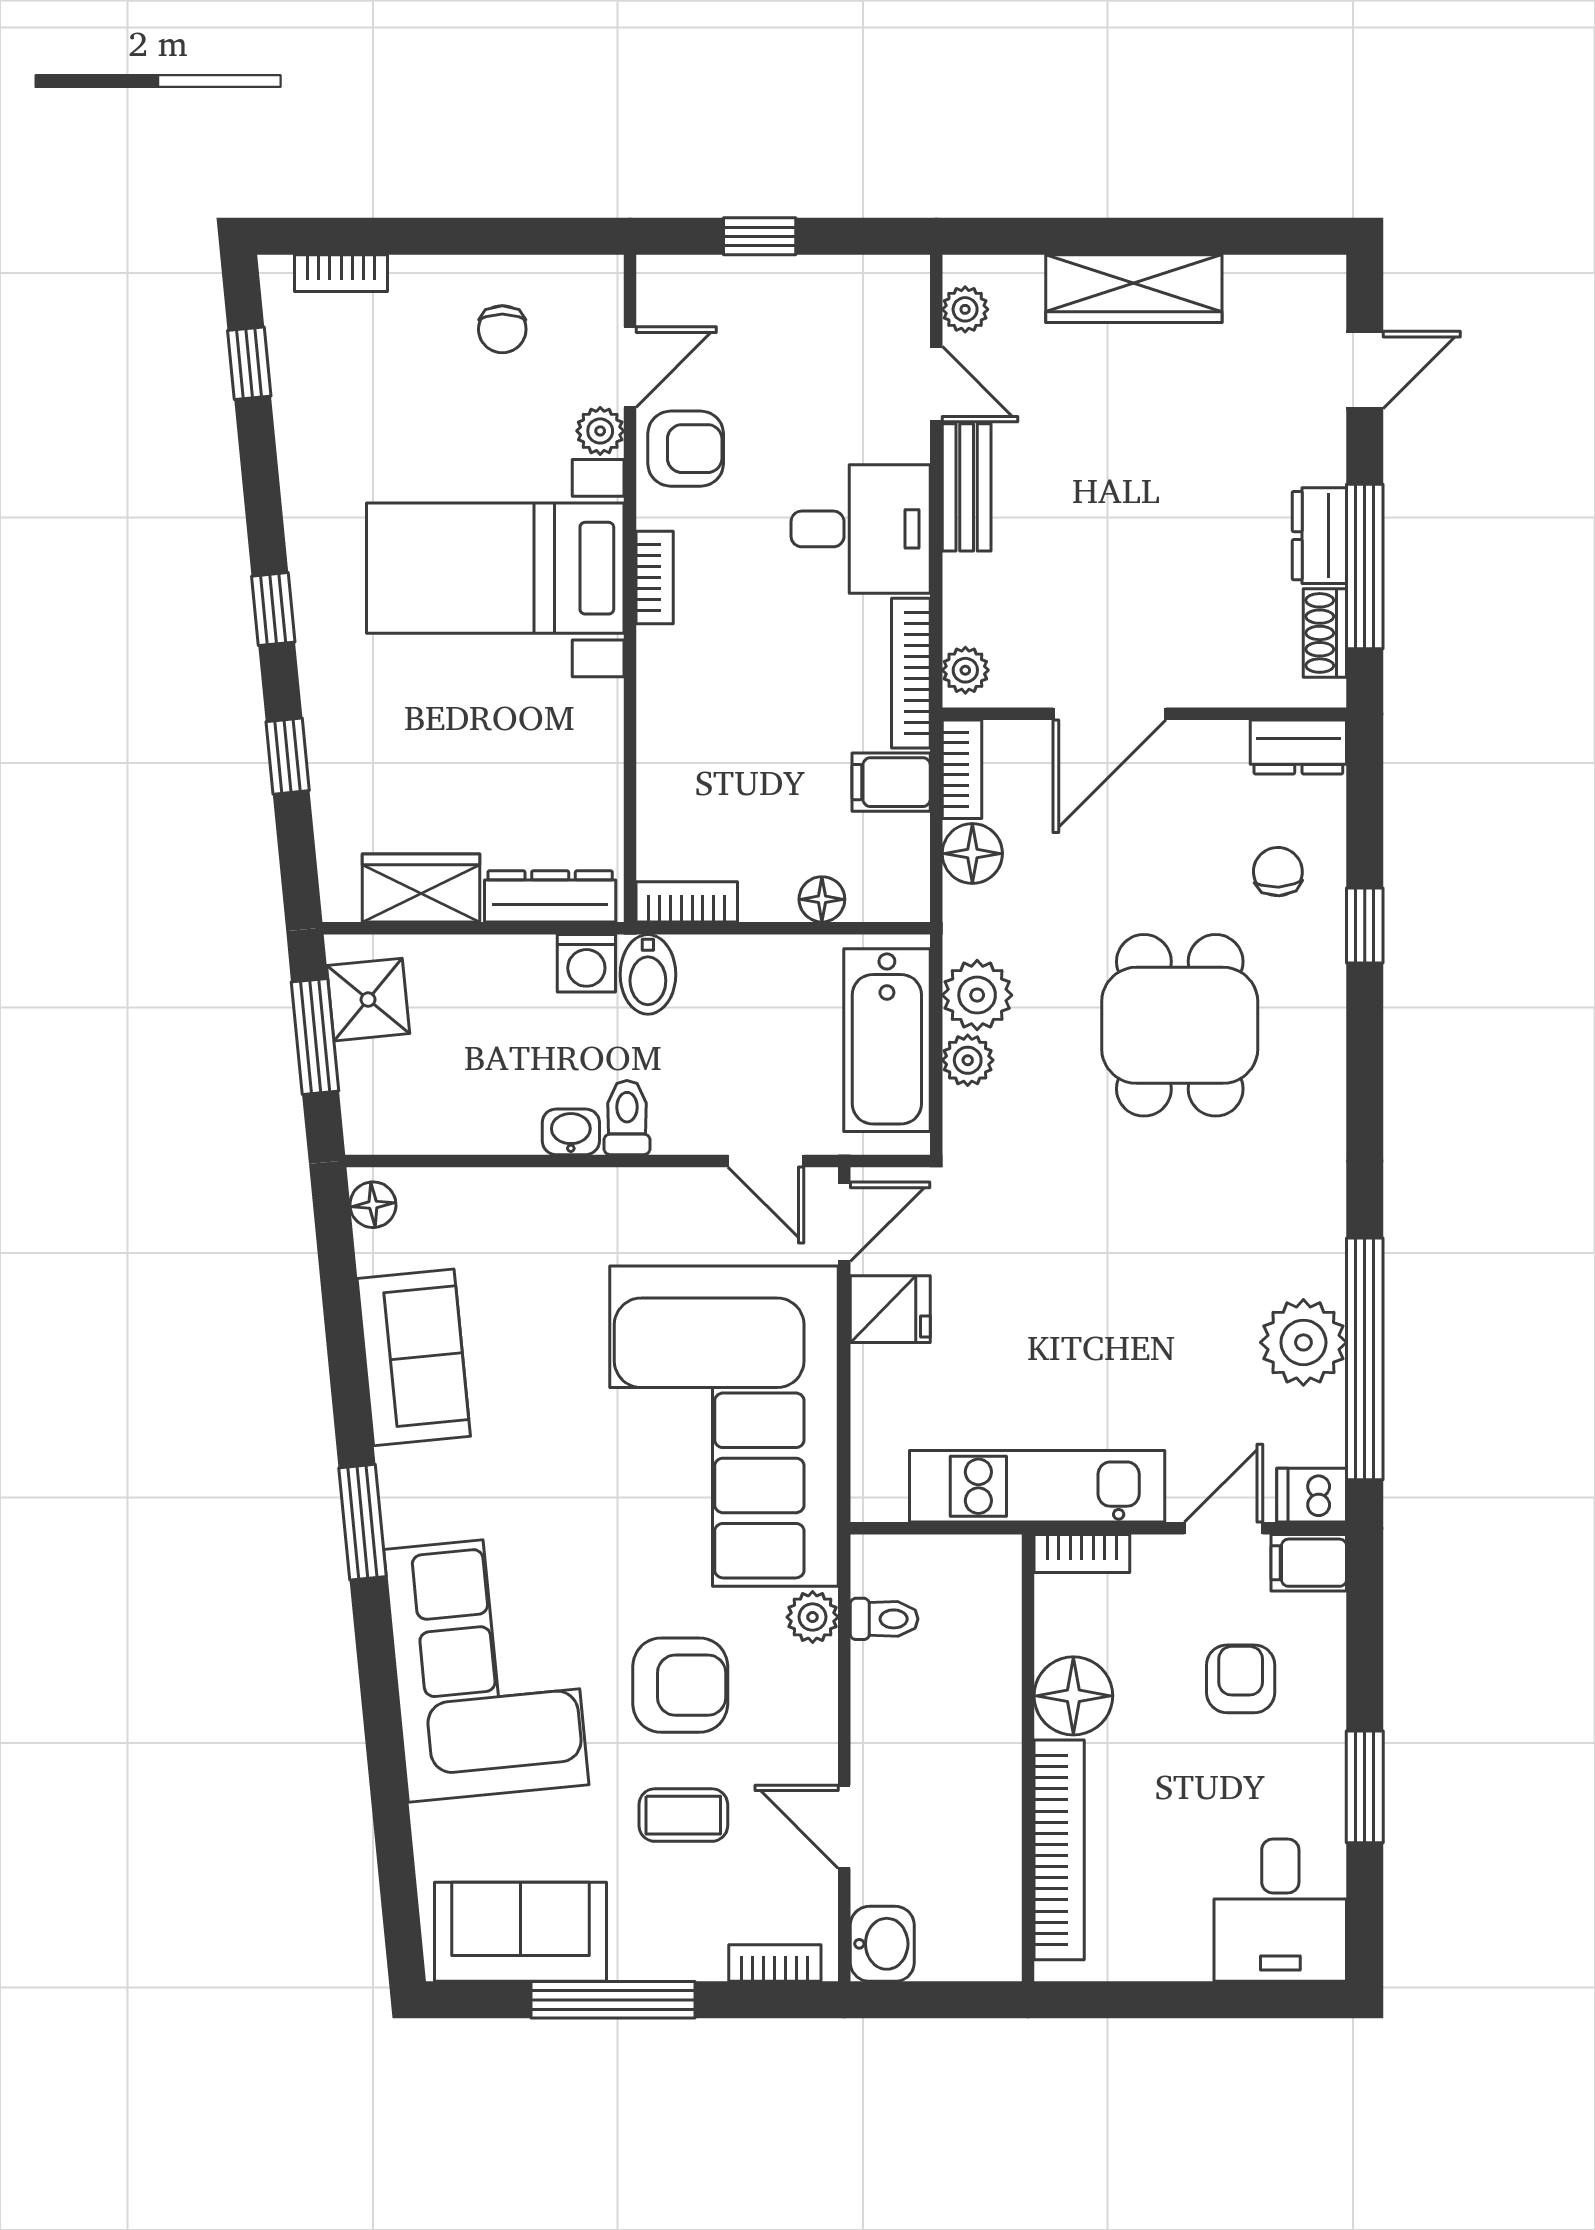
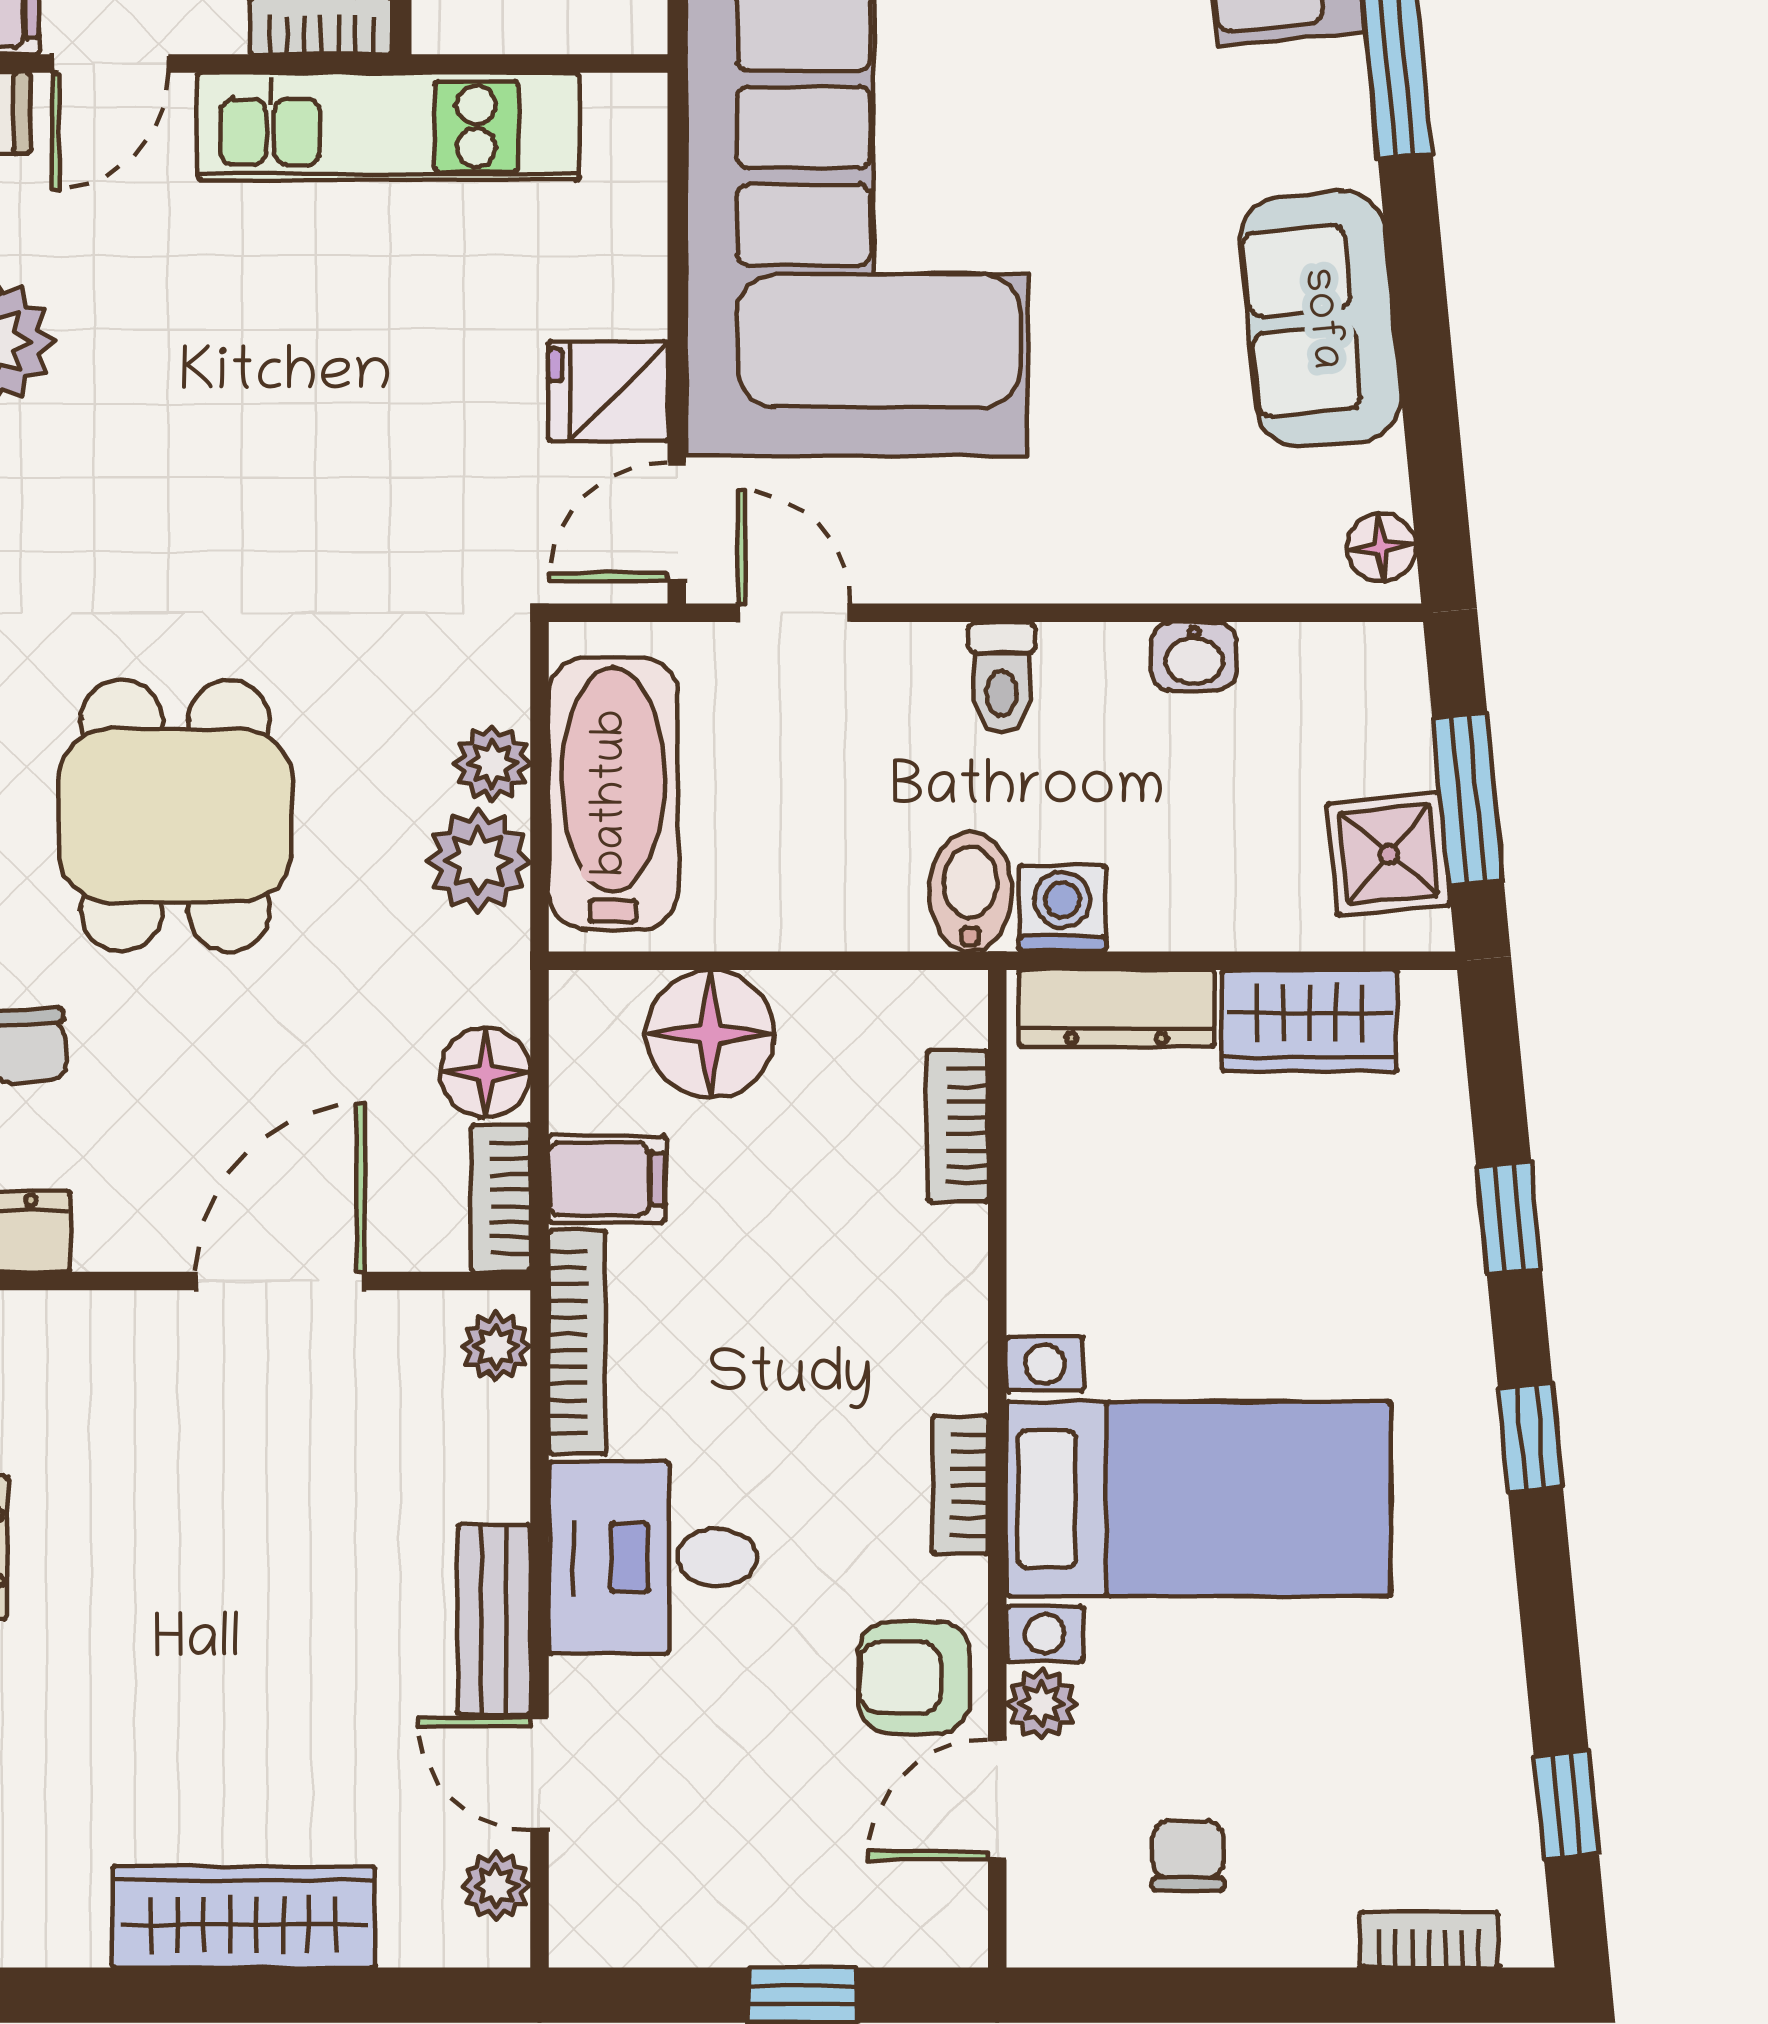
floor lamp: (822, 899) -> (710, 1034), width x1.89, depth x1.89
bookcase: (687, 902) -> (958, 1126), moved, turned 90
washbasin: (571, 1132) -> (1194, 656), moved

